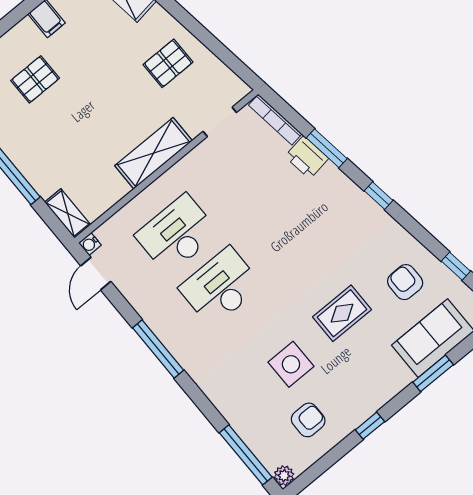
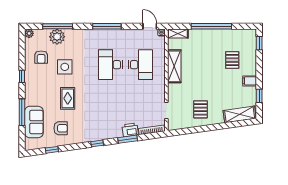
shelving: (153, 153) -> (174, 66), moved
desk: (221, 287) -> (110, 65), turned 180
window: (433, 373) -> (22, 112), width x1.44
plant: (249, 422) -> (57, 37), added
window: (246, 455) -> (58, 26), moved

